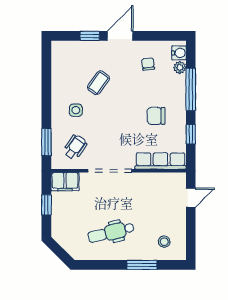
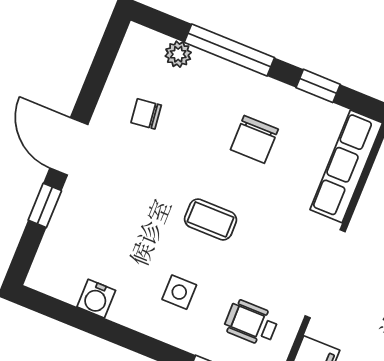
water cooler: (179, 53) -> (96, 299), moved, turned 180
coffee table: (98, 83) -> (211, 219), moved, turned -36
wheelchair: (75, 147) -> (251, 323), turned -35

